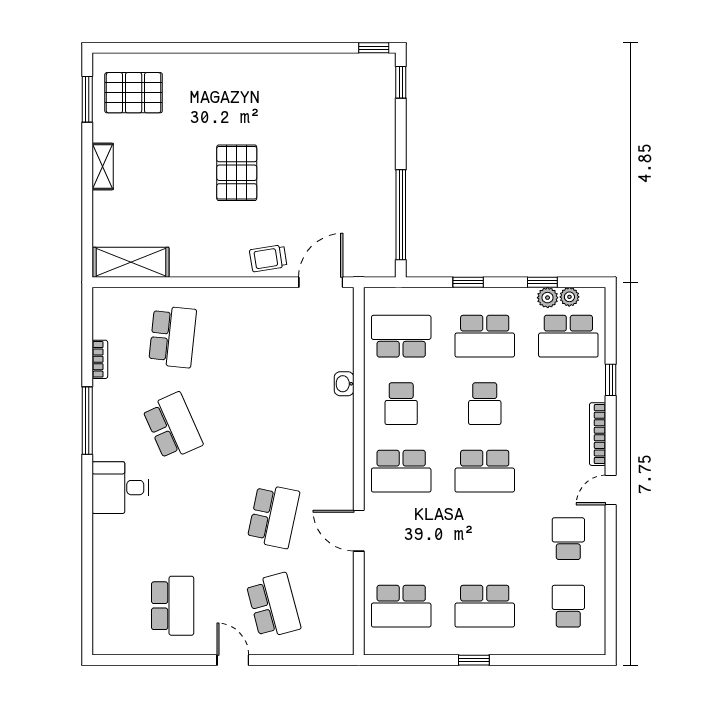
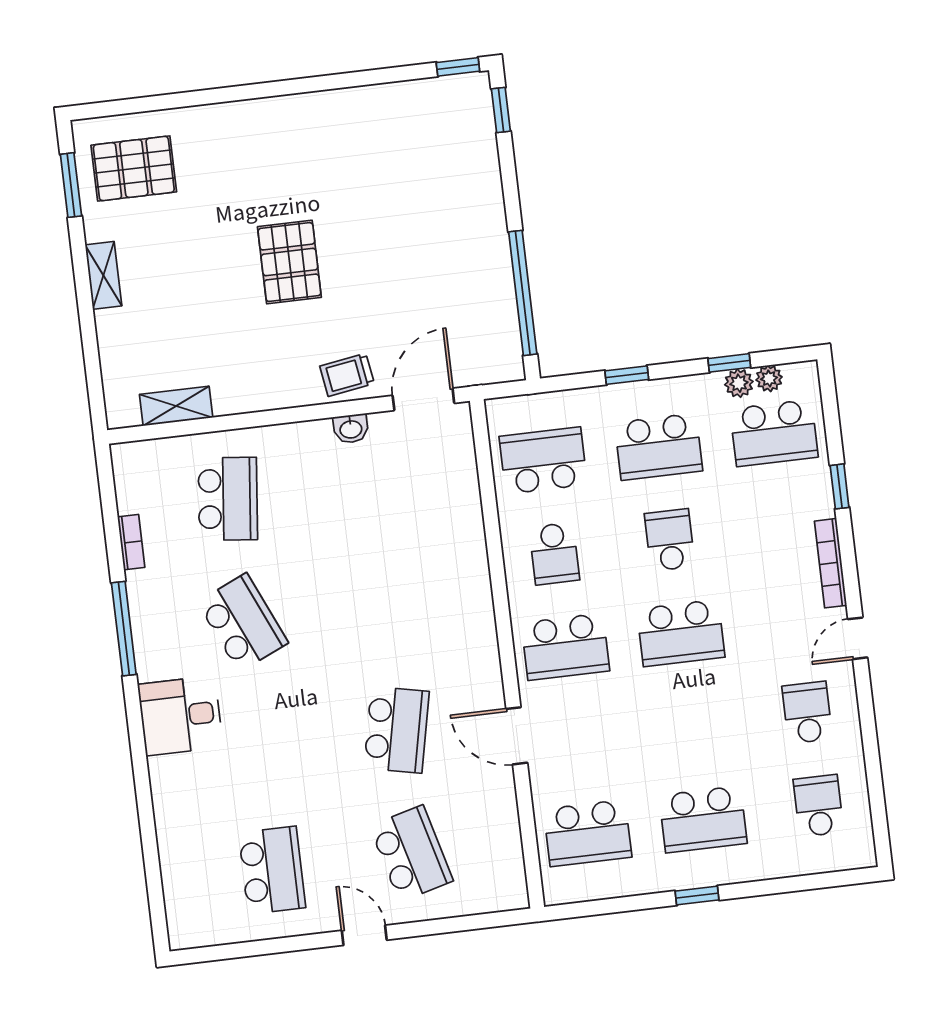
shelving: (131, 262) -> (176, 406), width x0.67, depth x0.75
washbasin: (344, 384) -> (351, 429), moved, turned -90
school desk: (485, 404) -> (670, 540), turned 180

